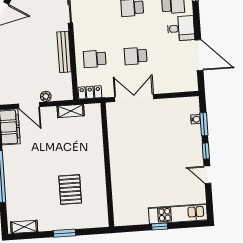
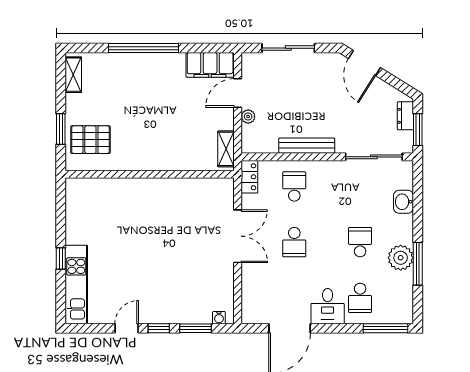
school desk: (136, 56) -> (294, 242), turned 180
water cooler: (196, 119) -> (219, 318), moved
wall: (107, 165) -> (150, 174), moved
pallet: (70, 190) -> (90, 140), moved

